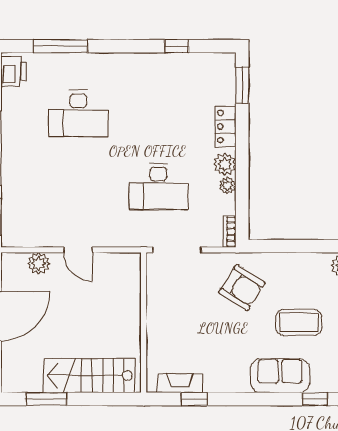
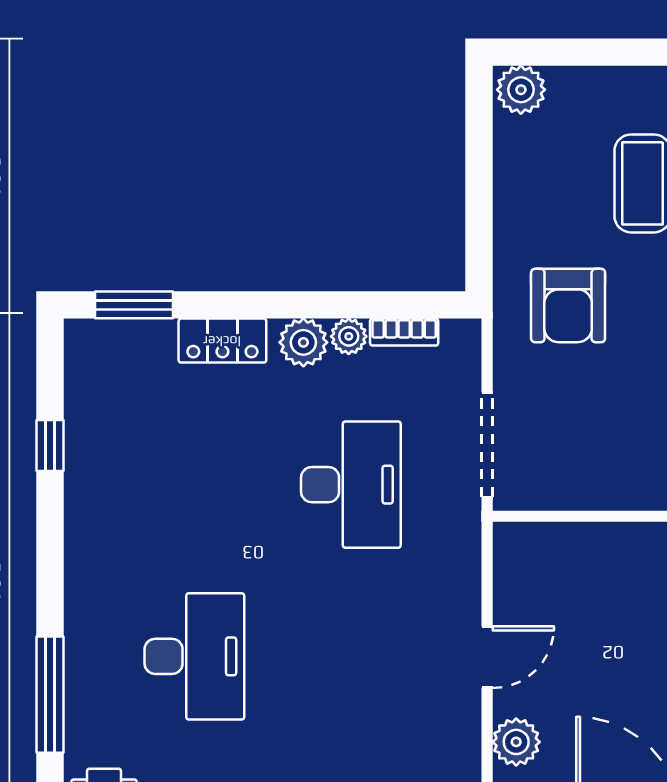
bookcase: (230, 232) -> (404, 332), moved
armchair: (242, 288) -> (568, 306), turned 147

